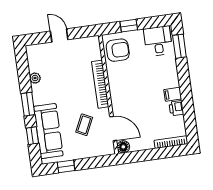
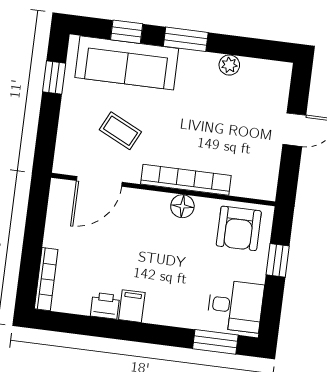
floor lamp: (123, 147) -> (182, 206), moved

